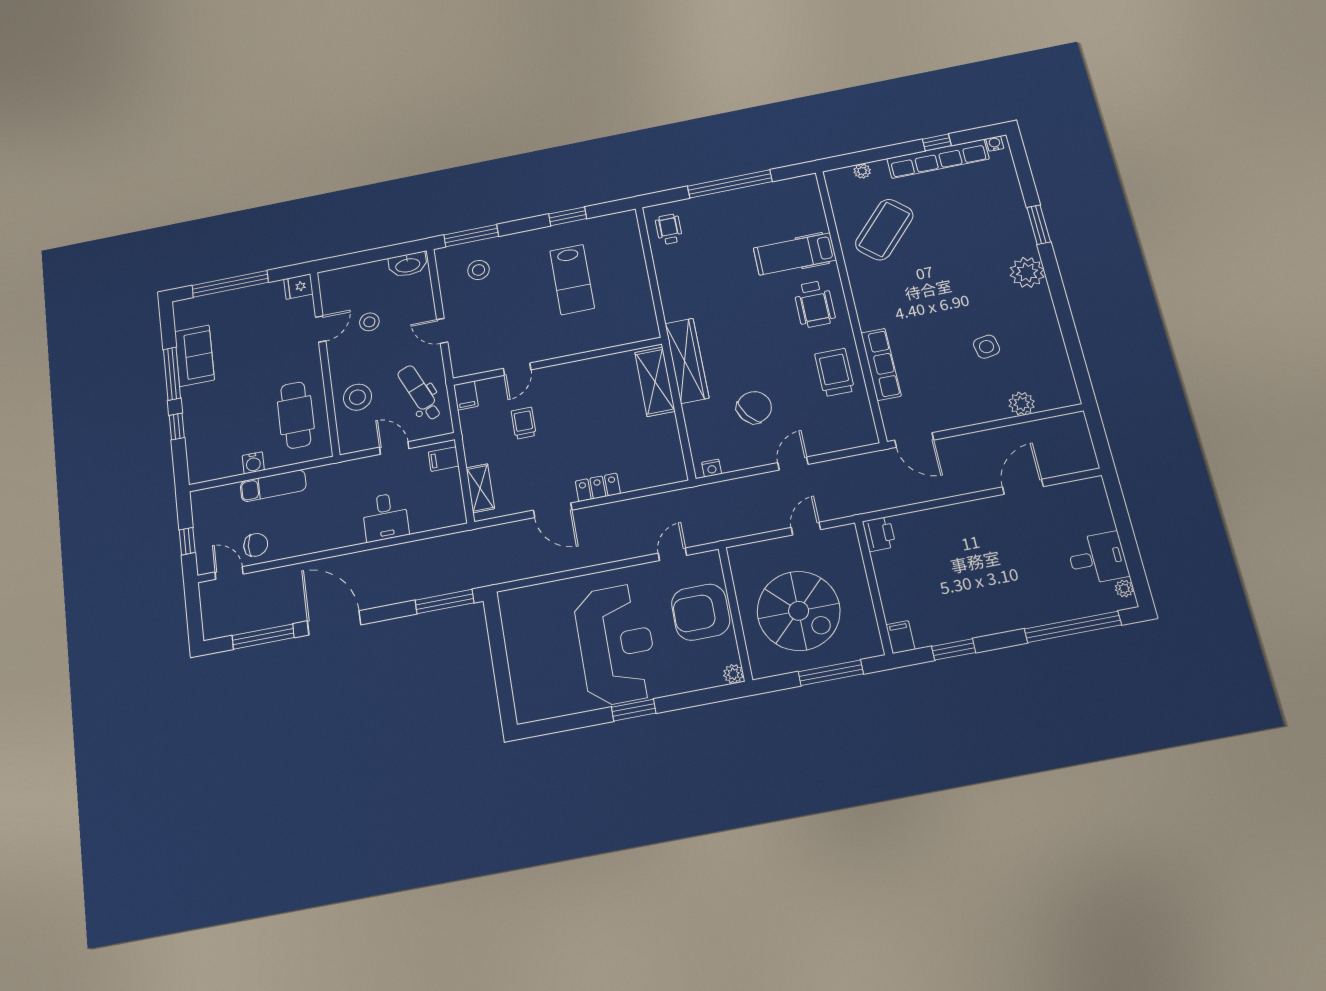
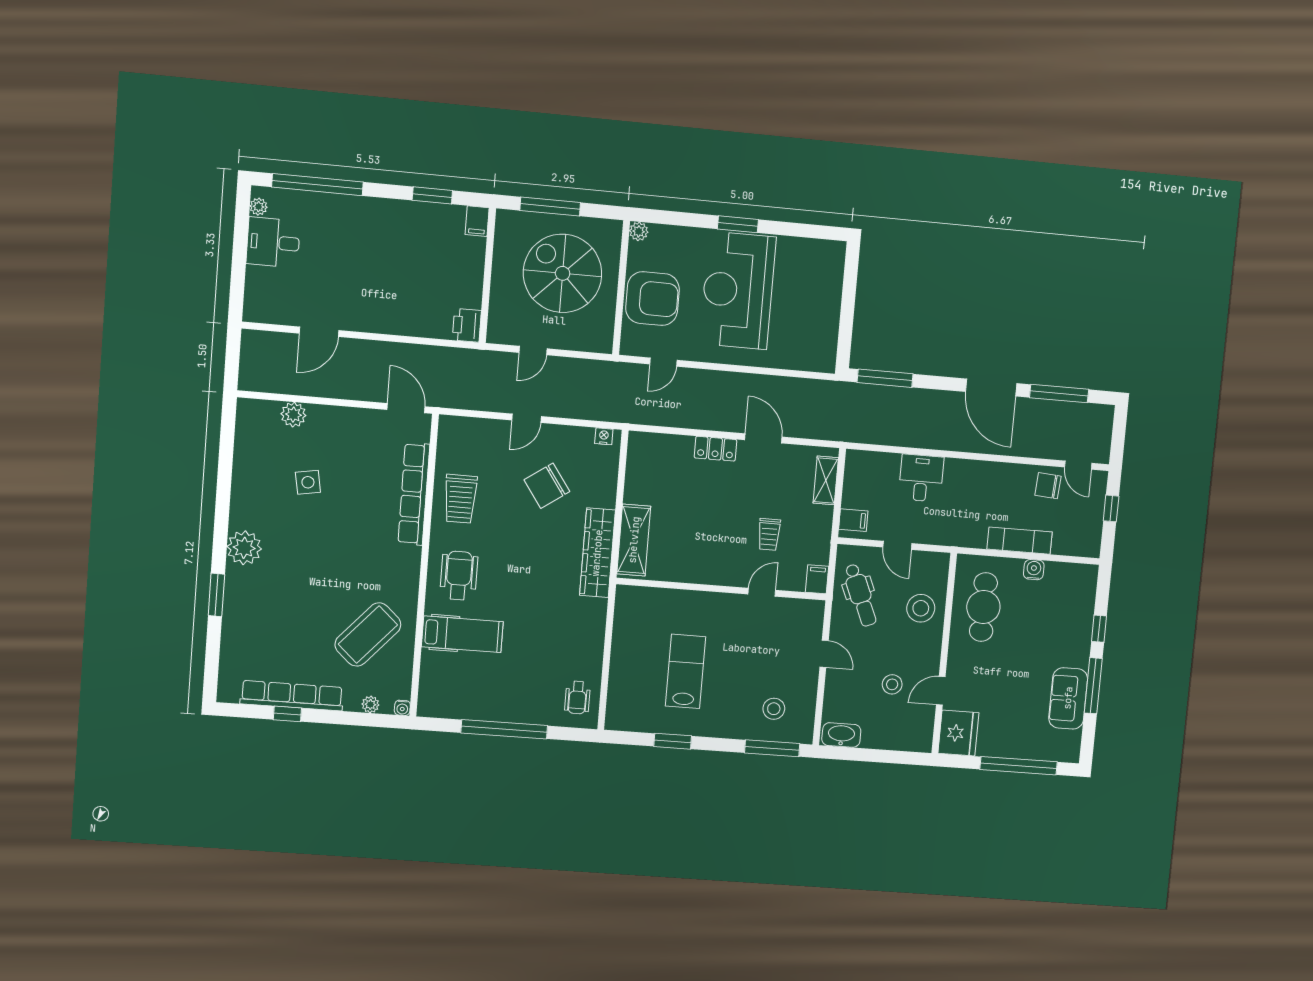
water cooler: (995, 144) -> (402, 708), moved
fridge: (298, 287) -> (958, 733), width x1.88, depth x1.34
row of seats: (881, 364) -> (414, 494), width x1.36

